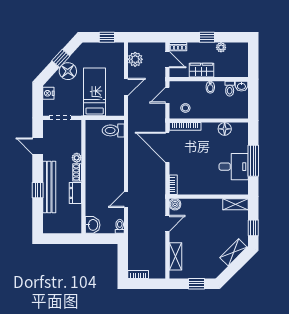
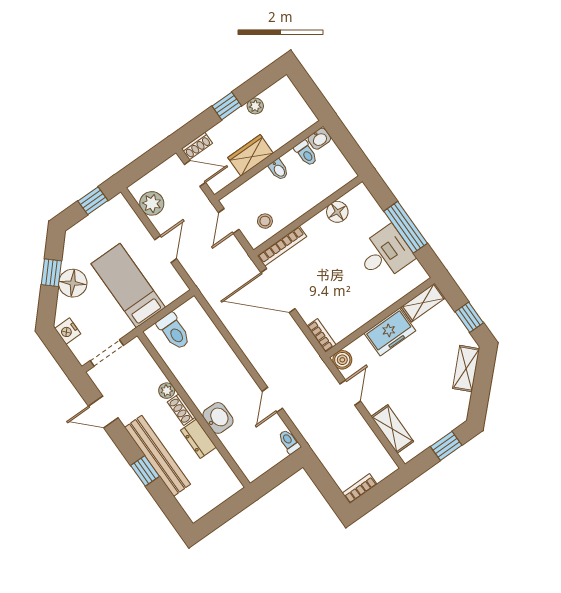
toilet: (113, 130) -> (174, 331), moved, turned -90
freezer: (208, 207) -> (390, 332), added
washbasin: (93, 225) -> (218, 418), moved

